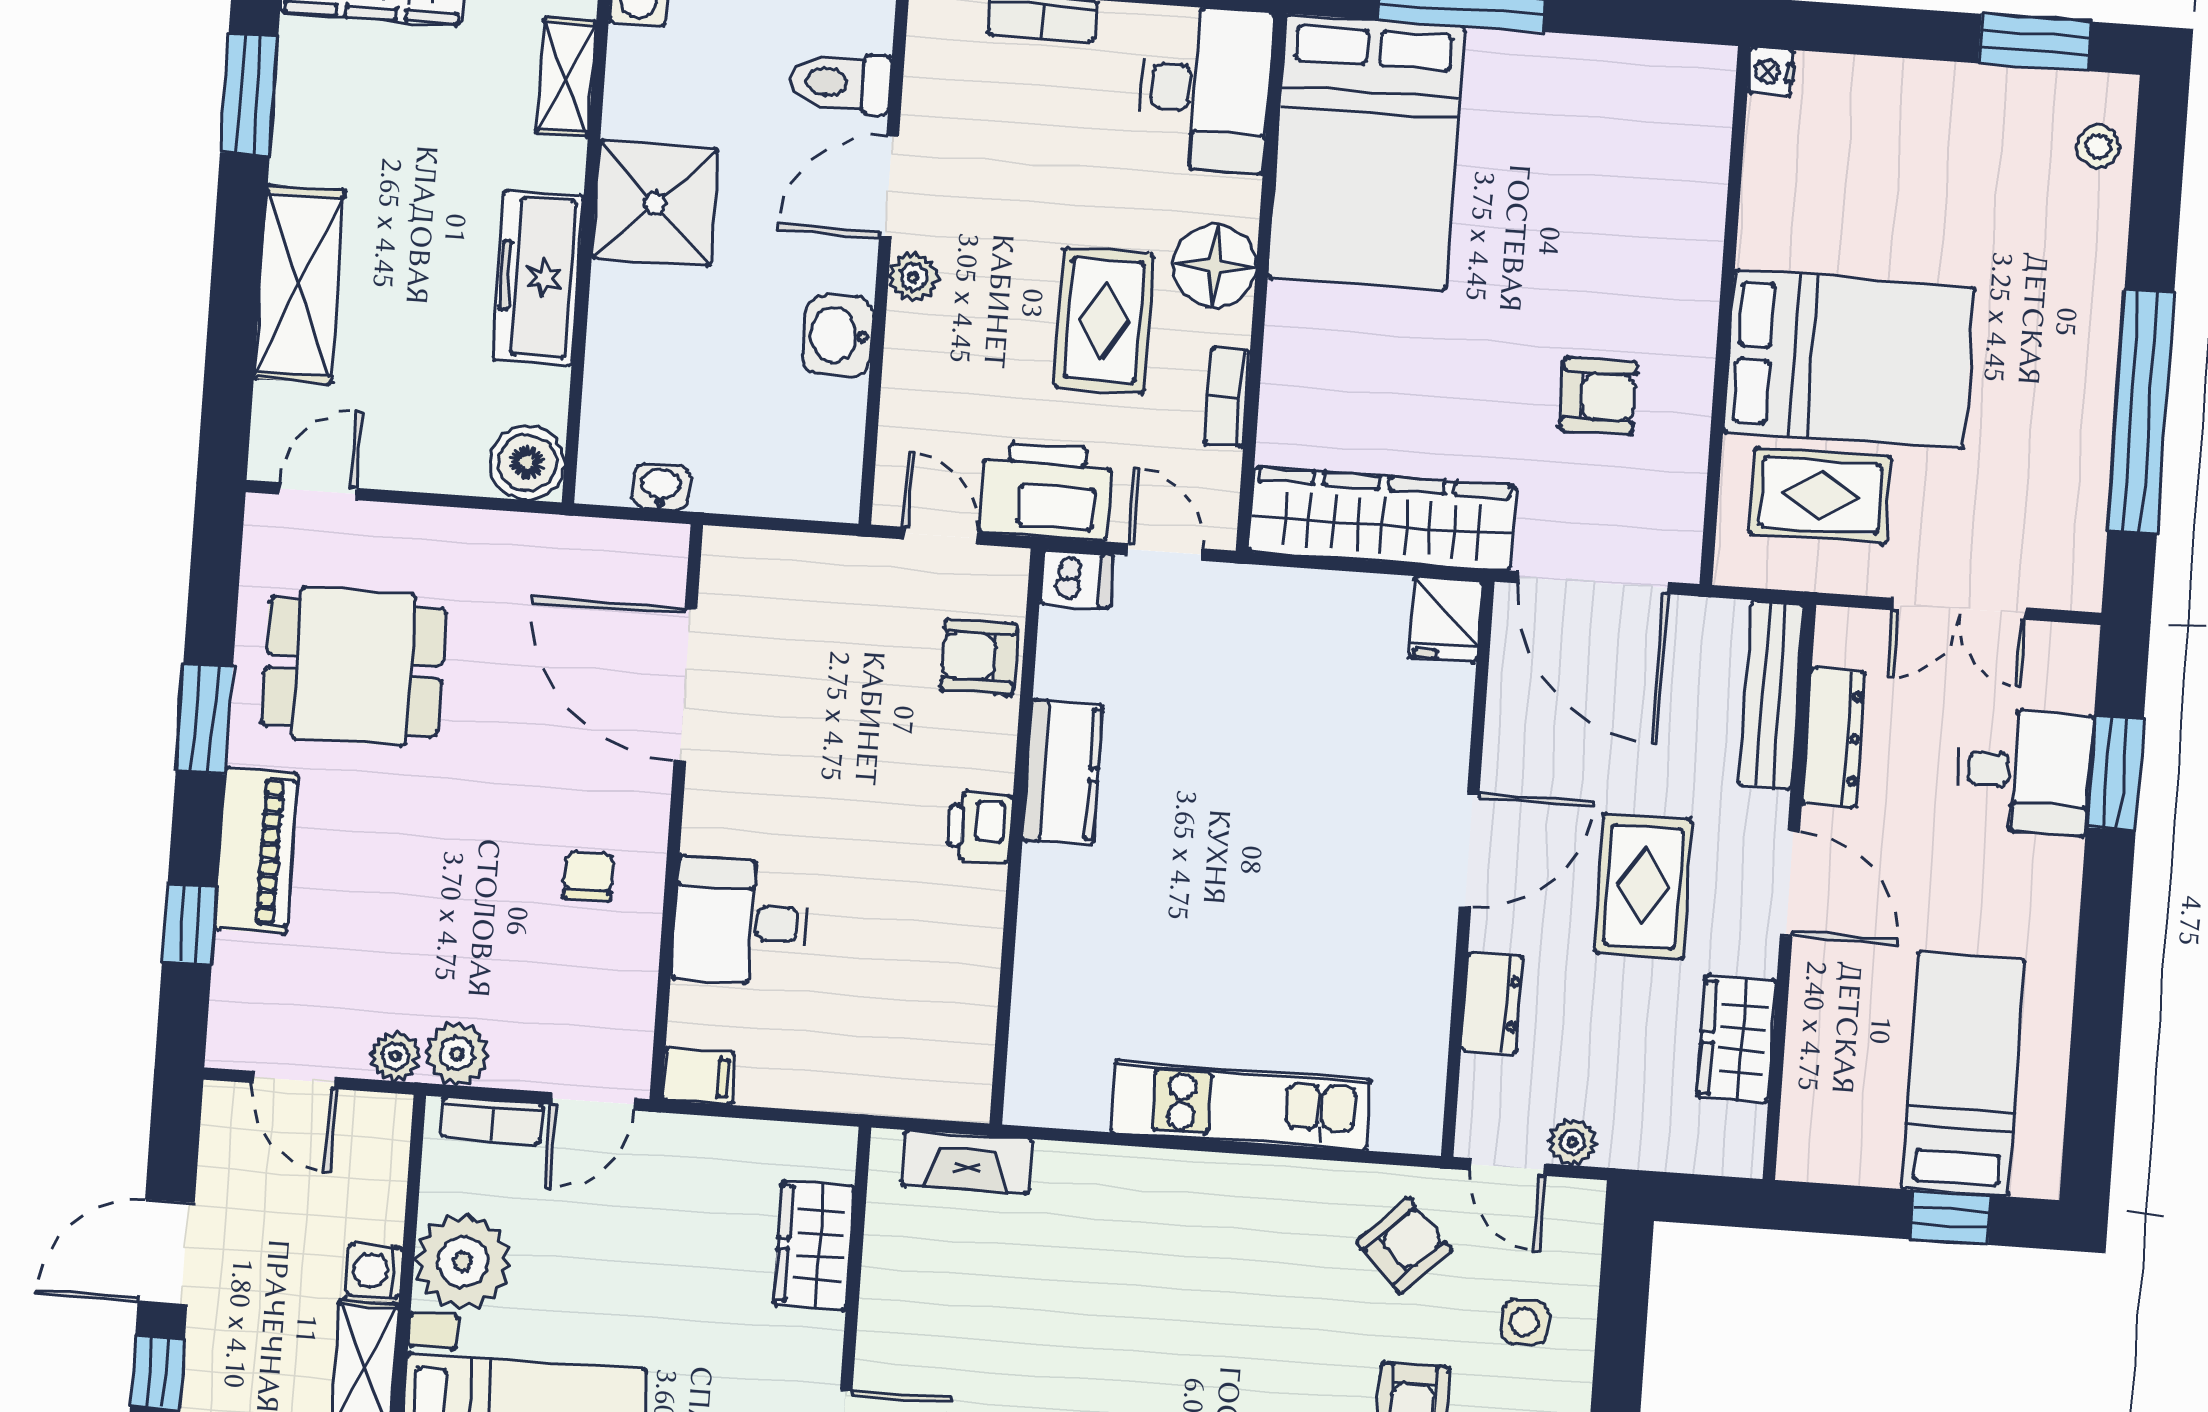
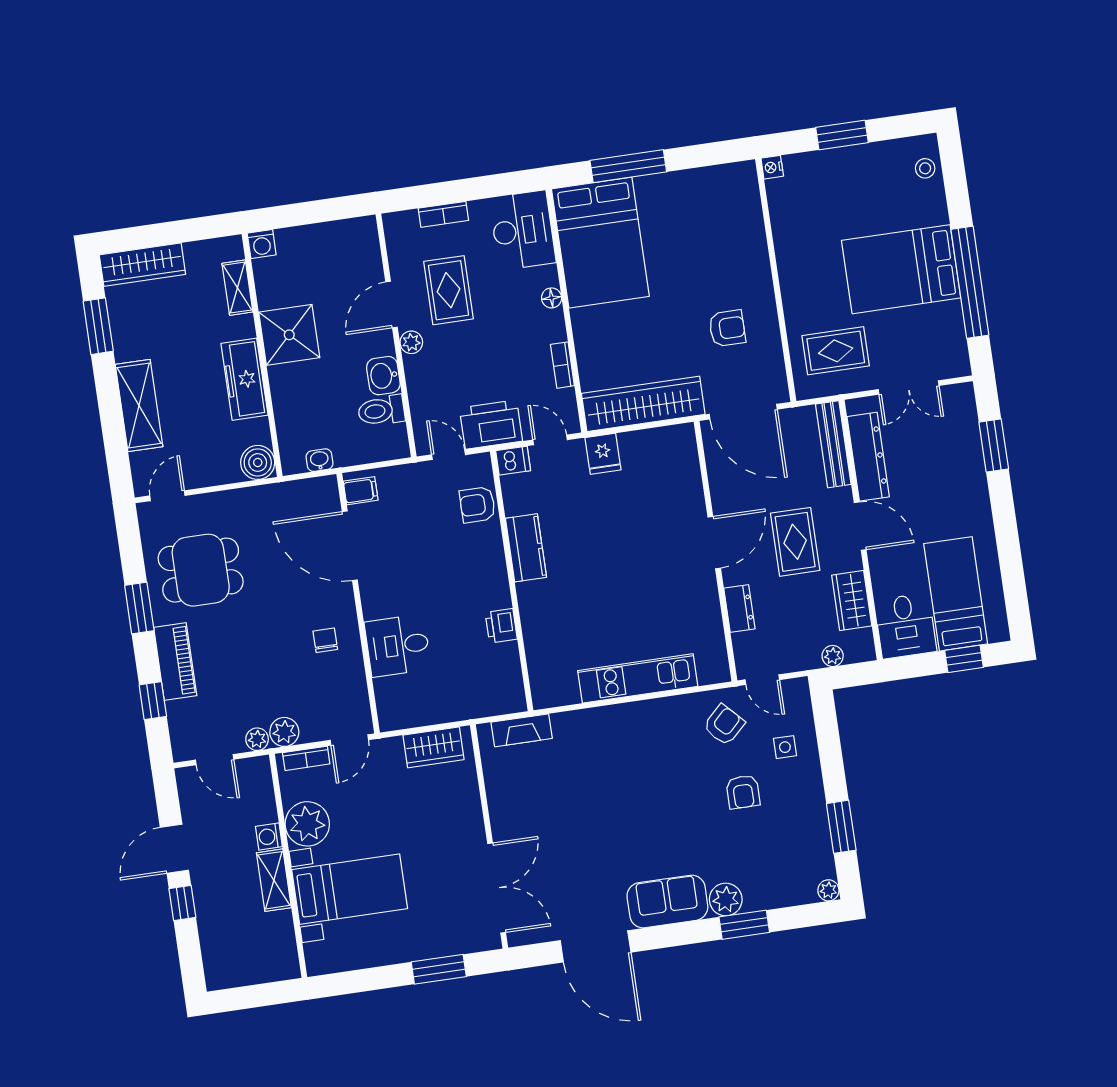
window: (2035, 42) -> (842, 135), moved
toilet: (840, 83) -> (381, 411), moved
floor lamp: (1215, 266) -> (552, 298), width x0.53, depth x0.53
rug: (1104, 320) -> (448, 290), moved
bed: (1849, 360) -> (901, 269), moved, turned 180
fridge: (1445, 619) -> (603, 454), moved
dresser: (1834, 738) -> (868, 457), width x1.37, depth x1.24
desk: (2024, 771) -> (905, 626), moved, turned 90
printer: (980, 827) -> (501, 626), moved
filing cabinet: (699, 1076) -> (361, 491), moved
plant: (1572, 1142) -> (833, 656), moved
wardrobe: (814, 1245) -> (433, 747), moved, turned -90

